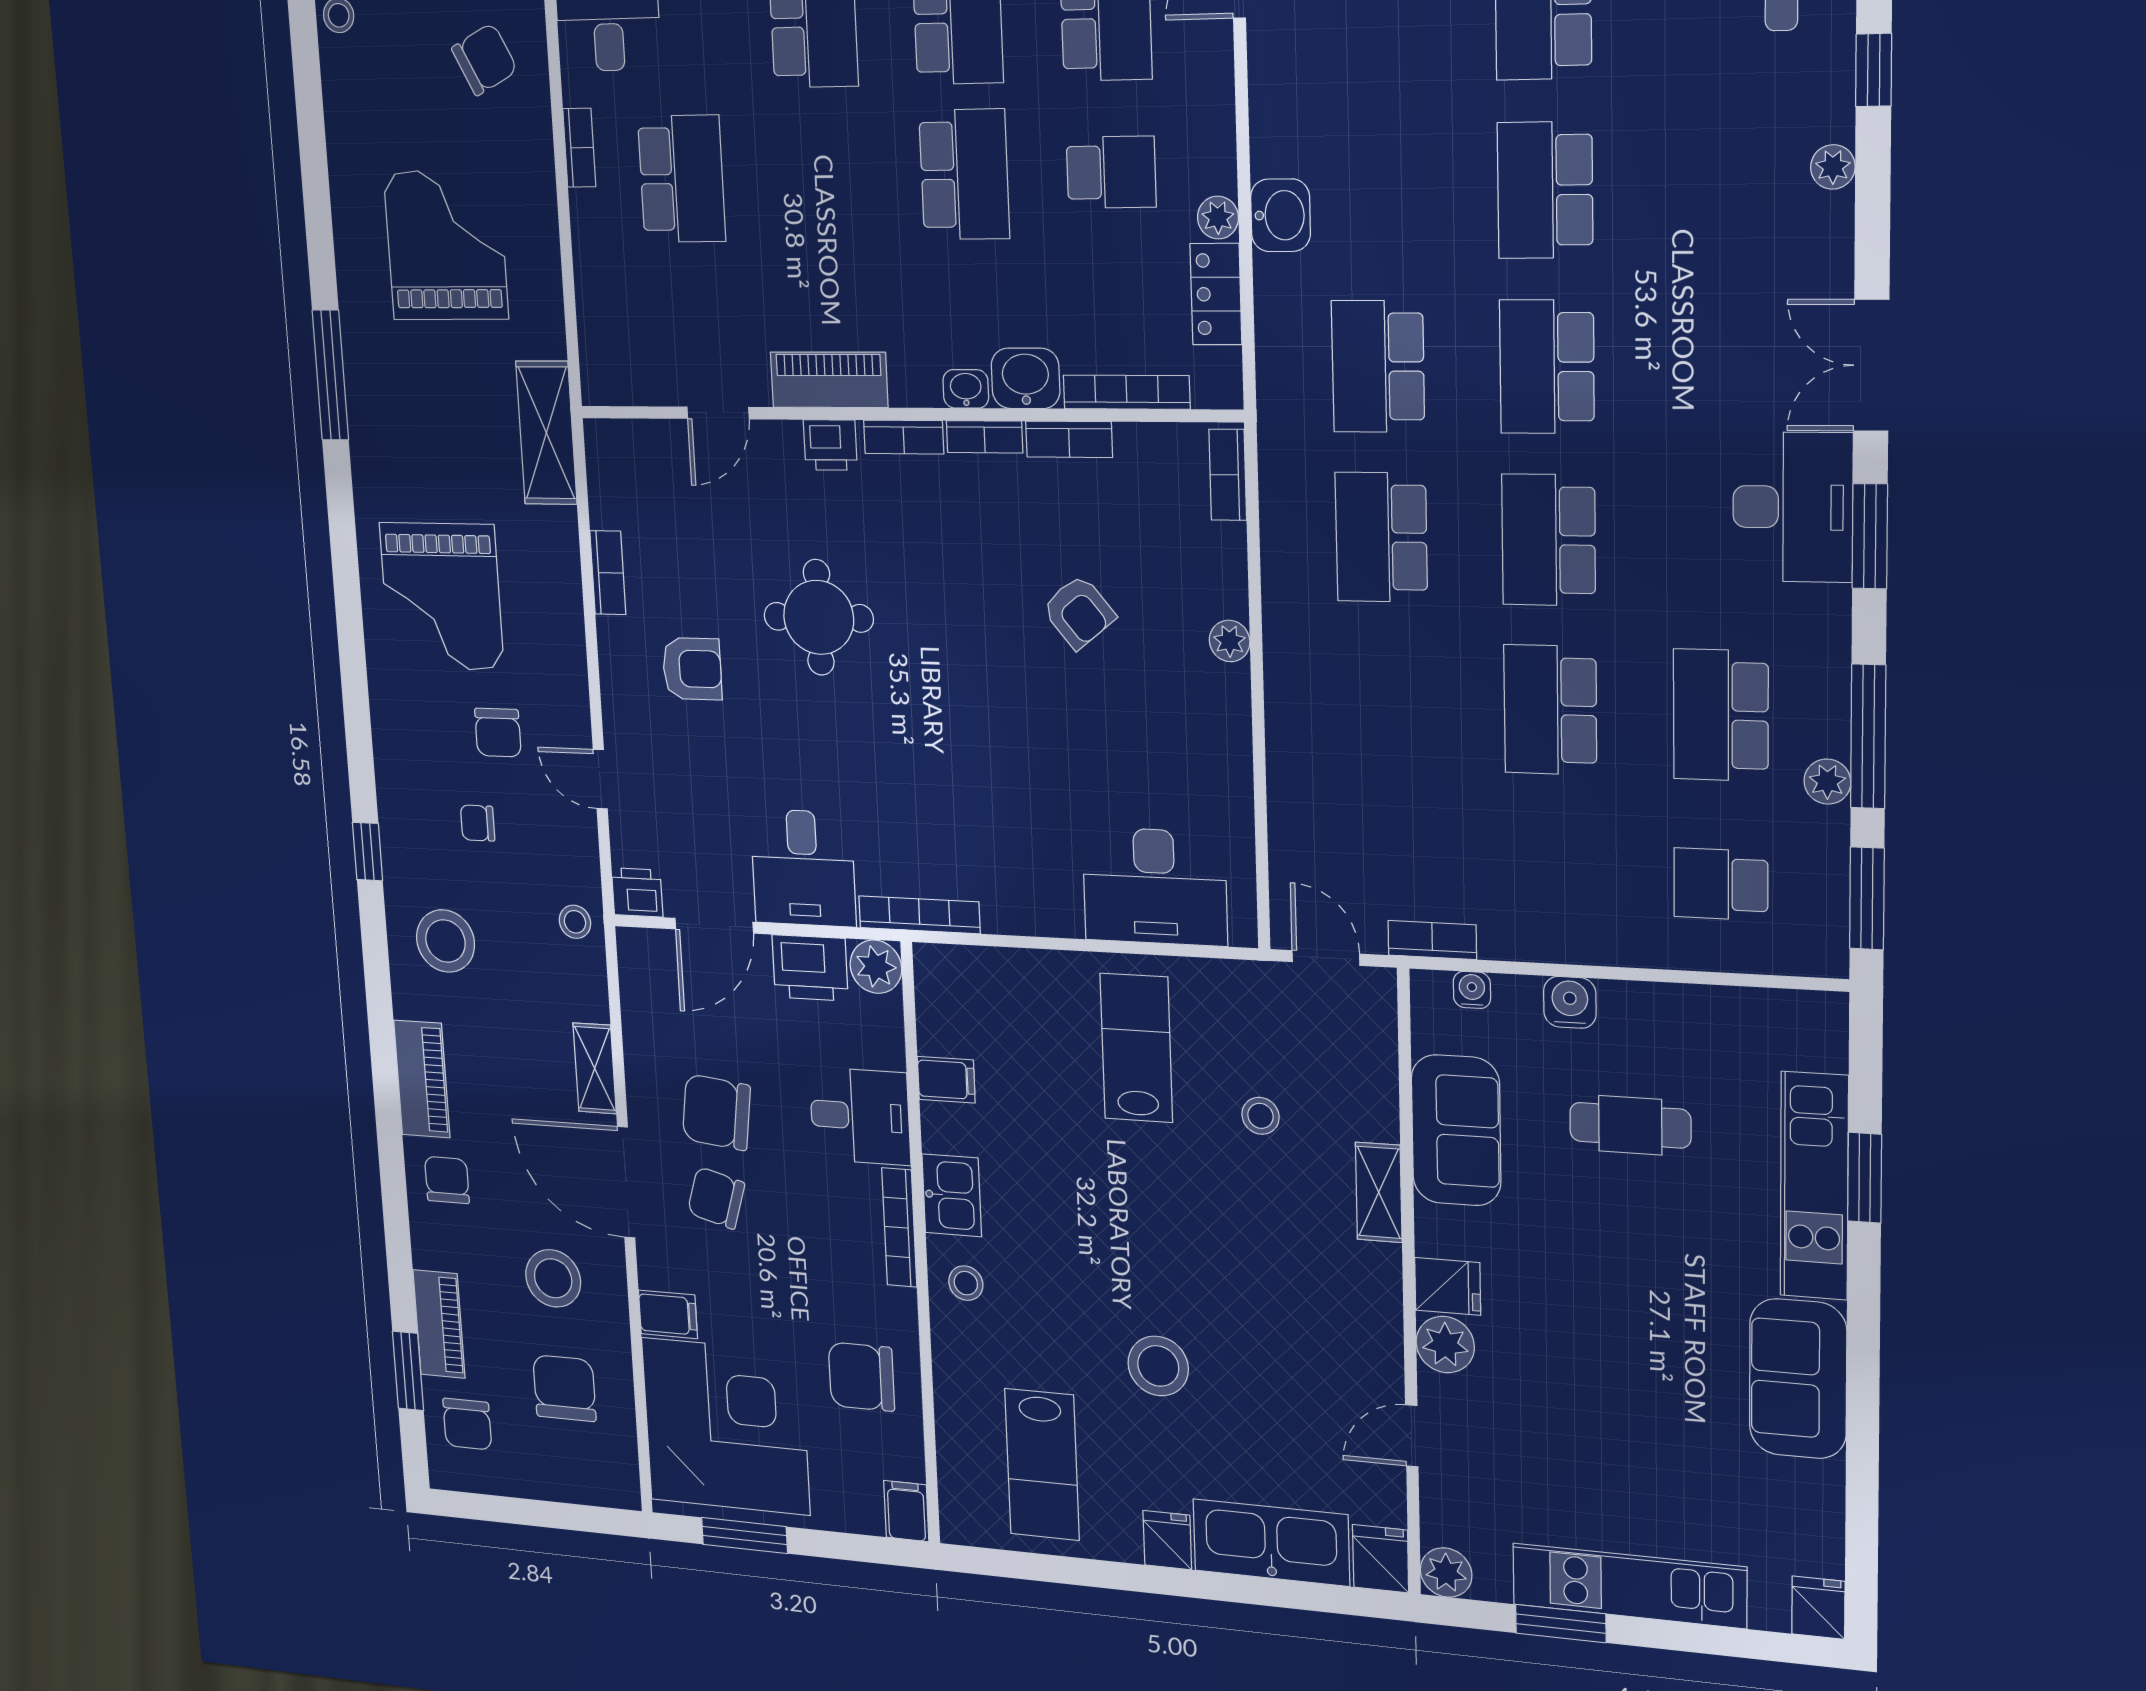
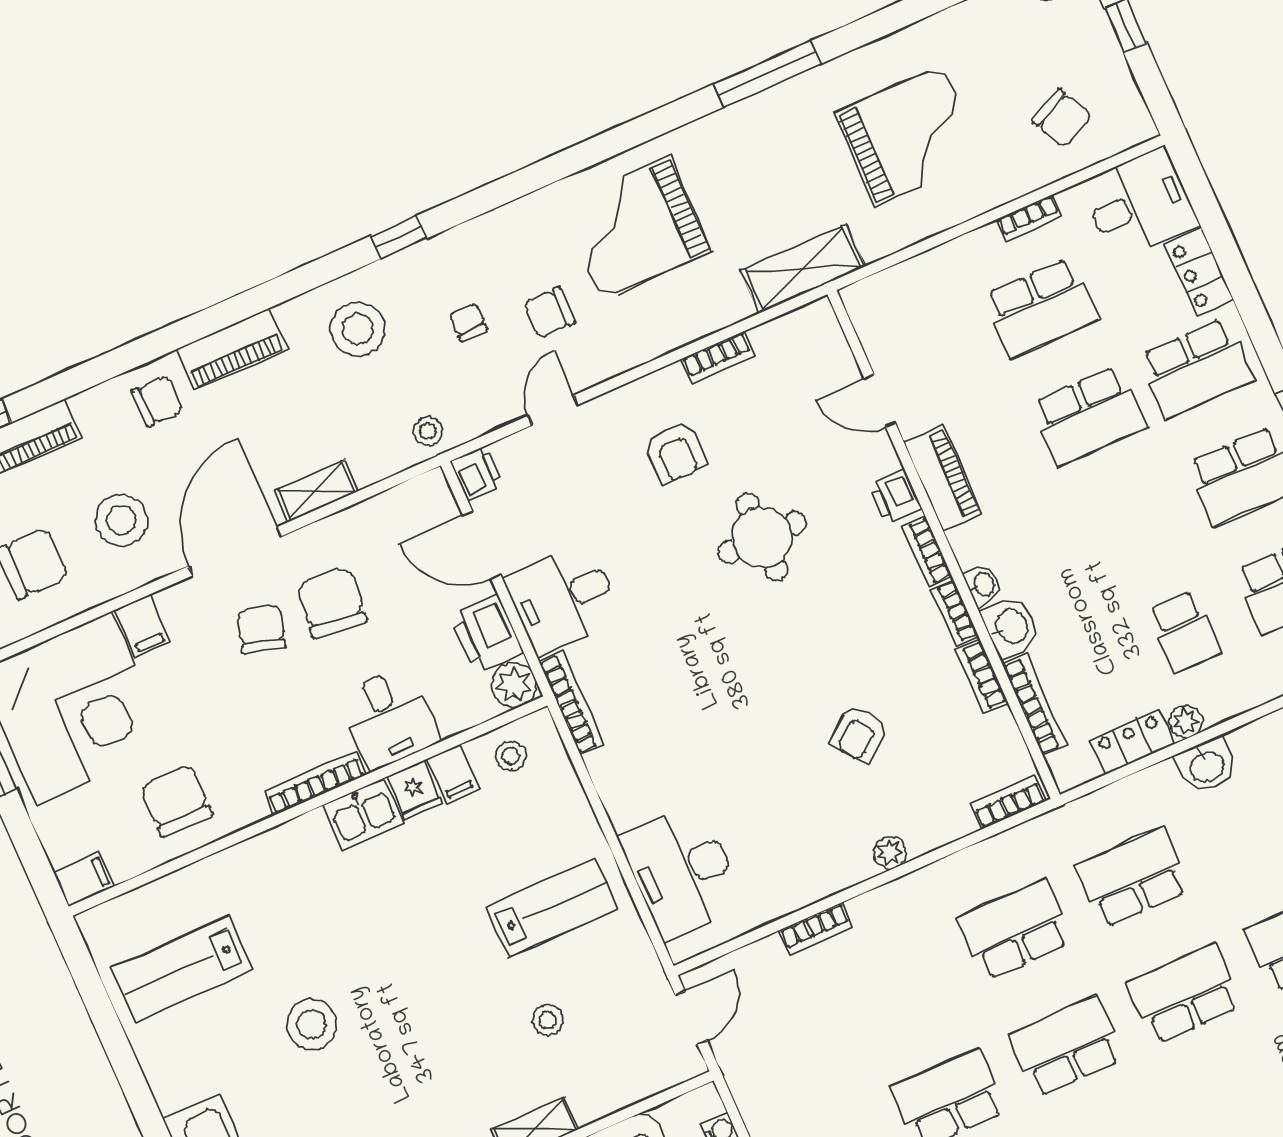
school desk: (964, 174) -> (1088, 416), moved
bookcase: (1432, 940) -> (816, 929), moved, turned 90
stool: (966, 1283) -> (511, 756), moved
fridge: (1167, 1540) -> (415, 790), moved, turned 90

